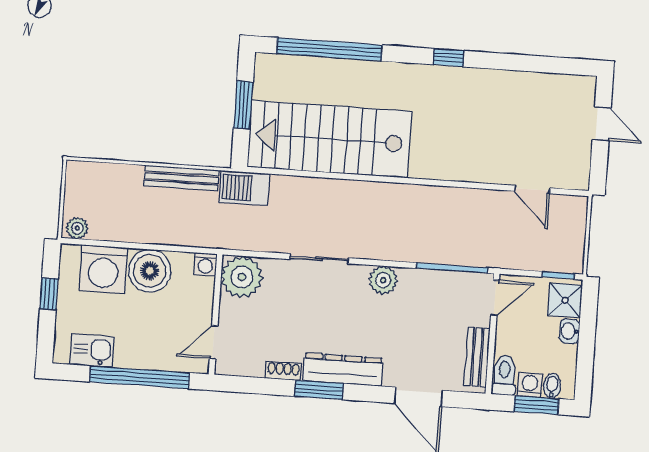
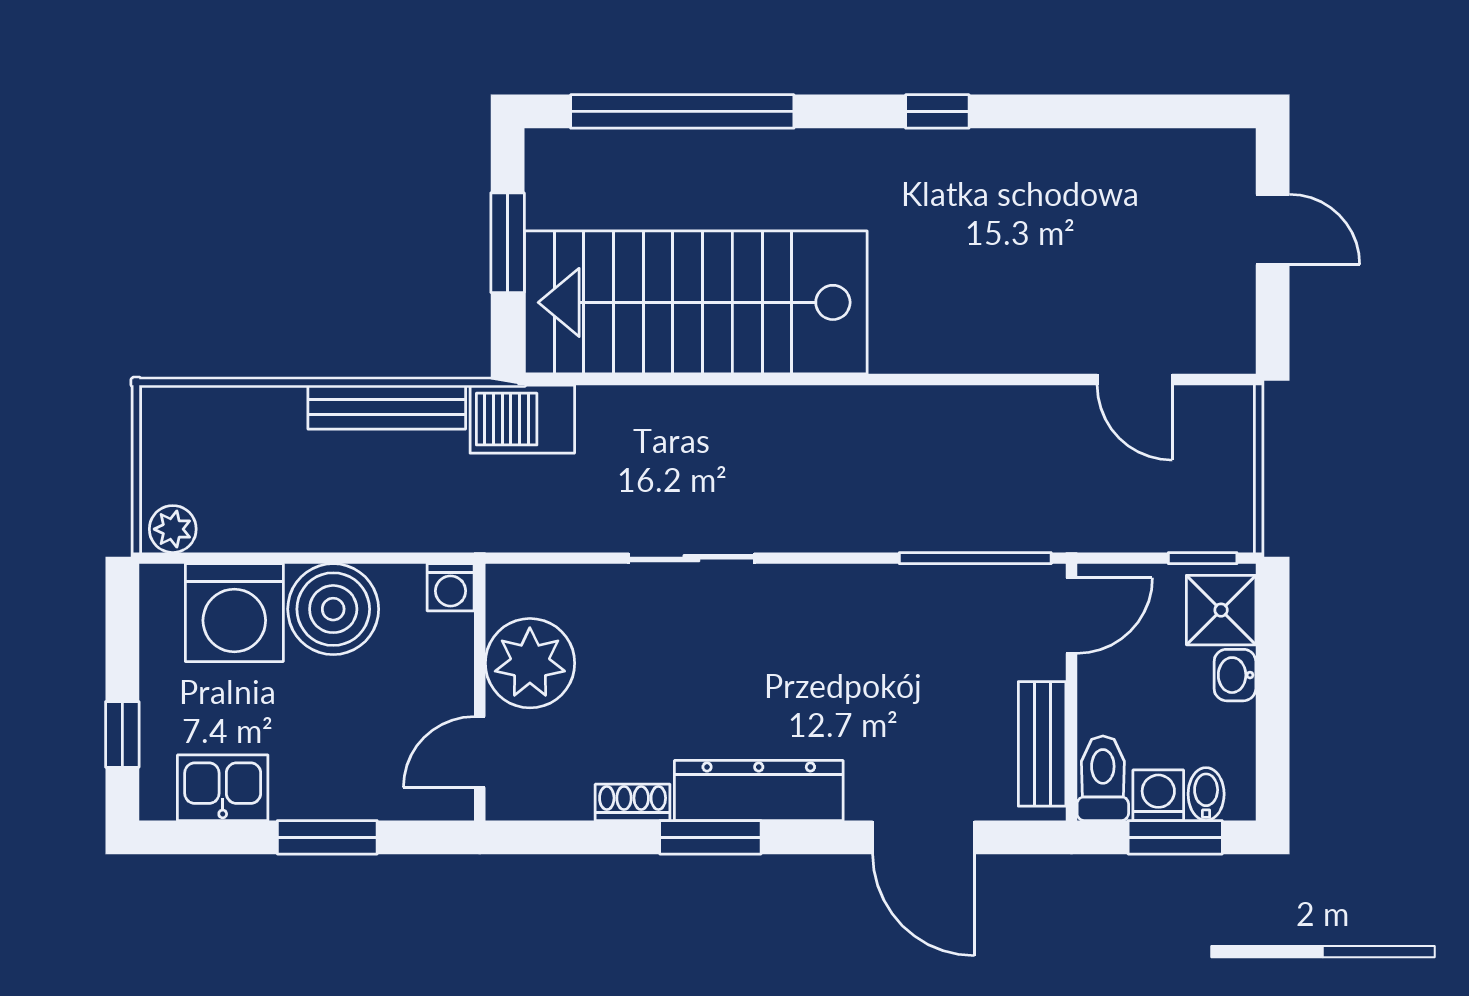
plant: (242, 277) -> (530, 663), moved
plant: (383, 280) -> (831, 594), removed
window: (49, 294) -> (122, 734), moved
window: (139, 377) -> (327, 837), width x0.47

